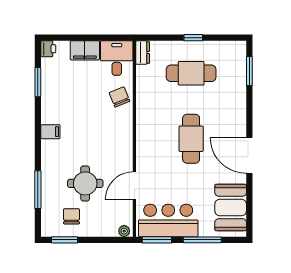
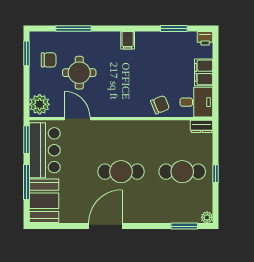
plant: (240, 47) -> (207, 217), added
cafe table: (191, 73) -> (182, 172), turned 90
booth: (231, 207) -> (44, 201), moved, turned 90
plant: (124, 231) -> (40, 104), width x1.88, depth x1.88

